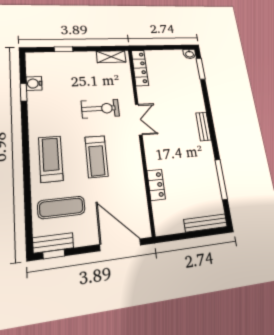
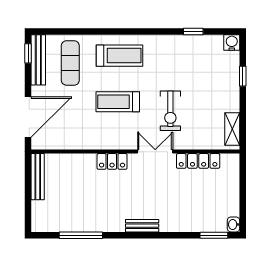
locker: (140, 68) -> (198, 161), moved
water cooler: (34, 83) -> (232, 43), moved
double door: (139, 120) -> (155, 152), swing flipped
locker: (156, 185) -> (112, 161), moved
bench: (206, 223) -> (38, 177), moved
bench: (53, 243) -> (38, 60), width x1.36

